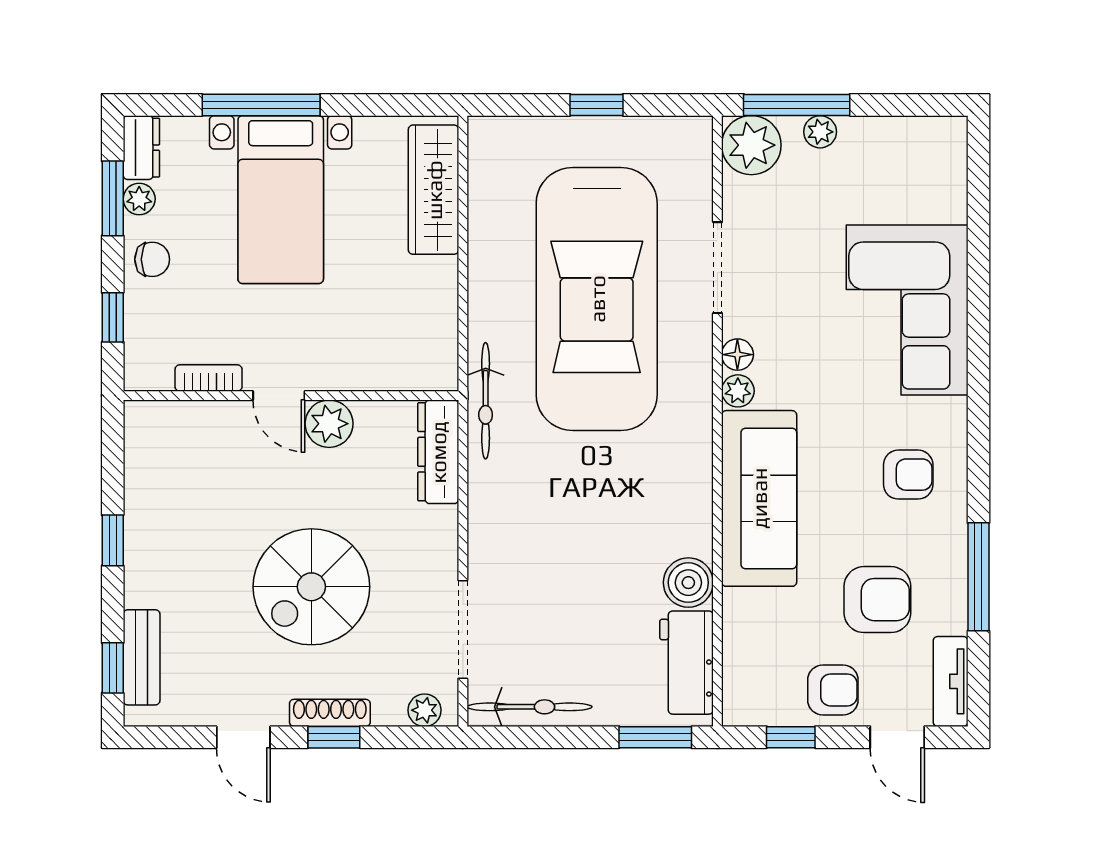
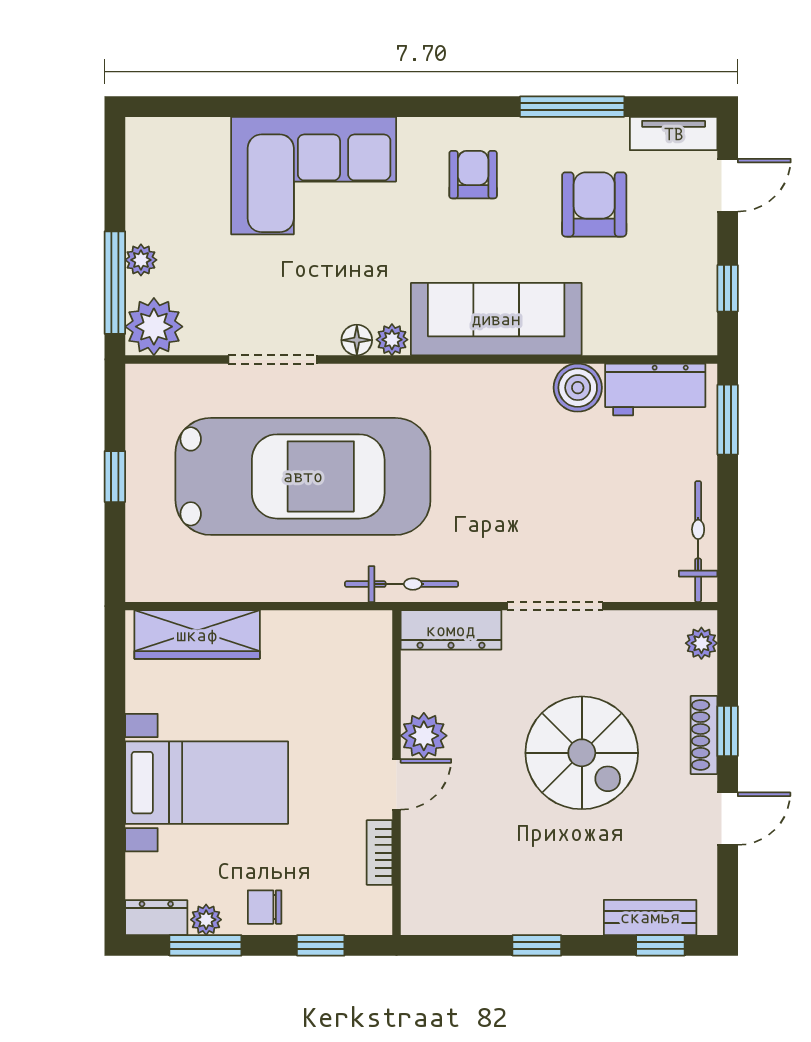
window: (261, 105) -> (115, 802), removed
chair: (152, 259) -> (265, 907), turned -90
doorway: (463, 630) -> (555, 606), moved
armchair: (833, 690) -> (682, 248), removed

